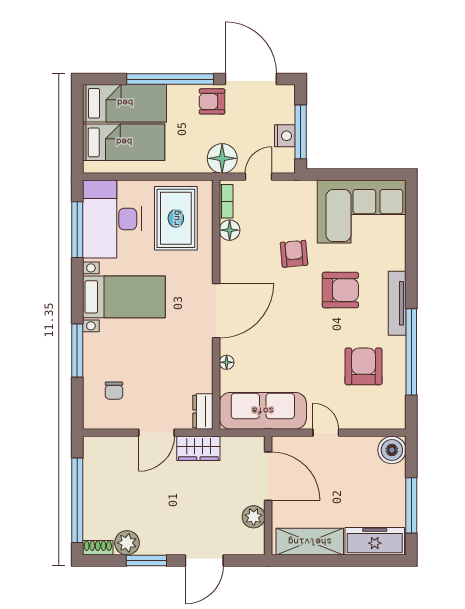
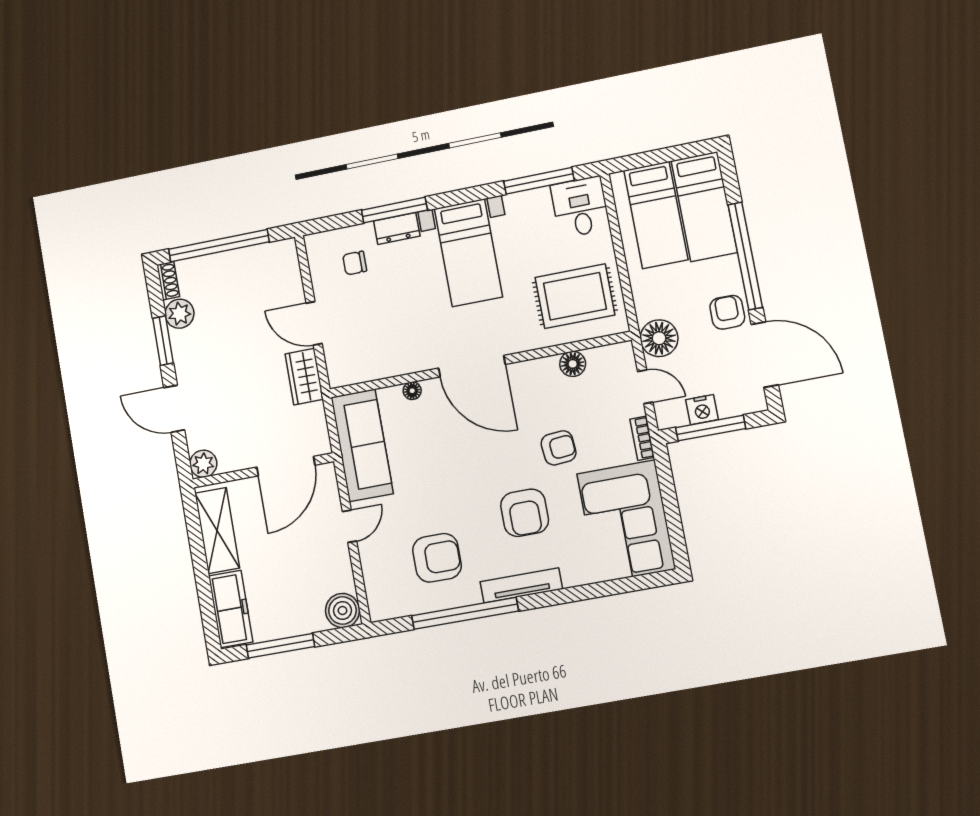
door: (251, 79) -> (765, 355), hinge flipped
bookcase: (226, 201) -> (642, 438), moved, turned 90
desk: (112, 219) -> (580, 207), width x0.53, depth x0.77
dresser: (203, 411) -> (397, 228), moved, turned 180
plant: (254, 517) -> (203, 464), moved

